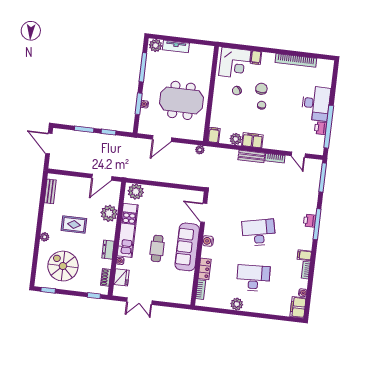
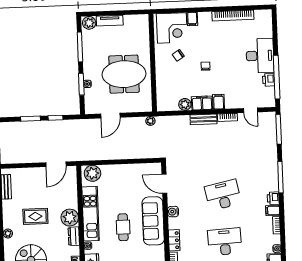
chair: (261, 89) -> (203, 50), removed
filing cabinet: (214, 135) -> (219, 102), moved
plant: (109, 213) -> (70, 218), moved
printer: (310, 221) -> (273, 198), moved

